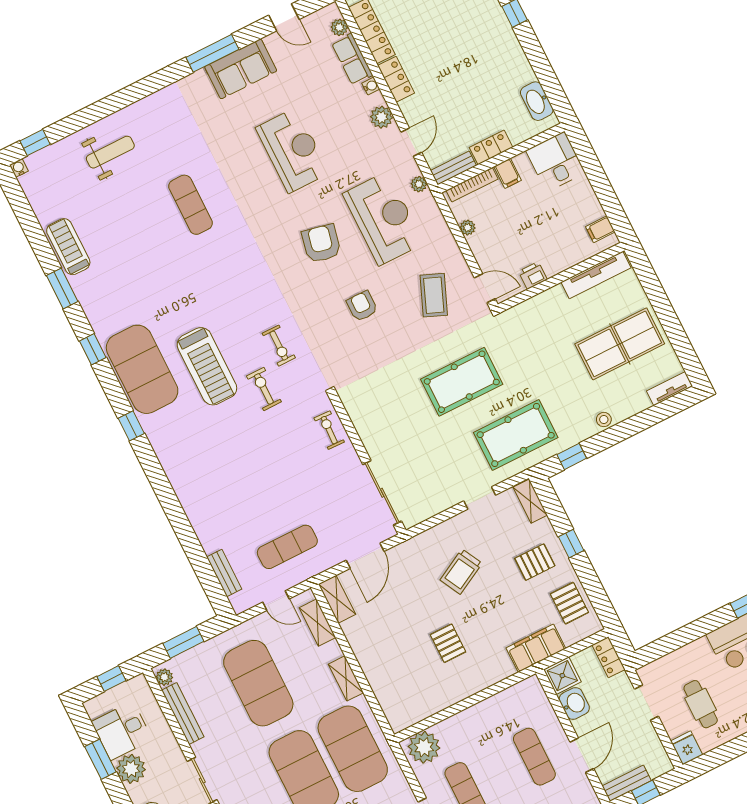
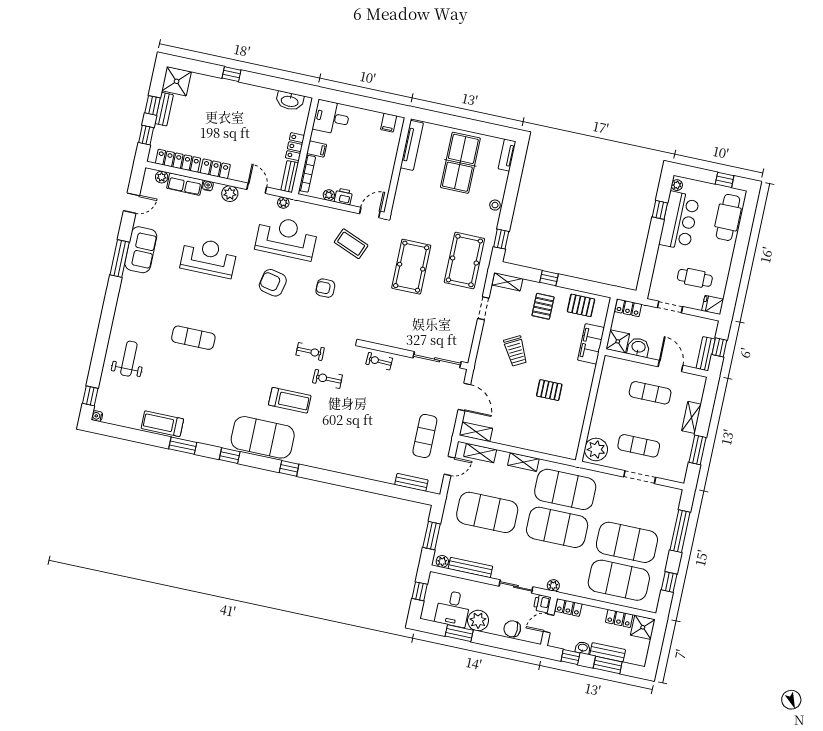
printer: (533, 275) -> (343, 196), moved, turned 90
treadmill: (207, 366) -> (290, 400), width x0.73, depth x0.73

